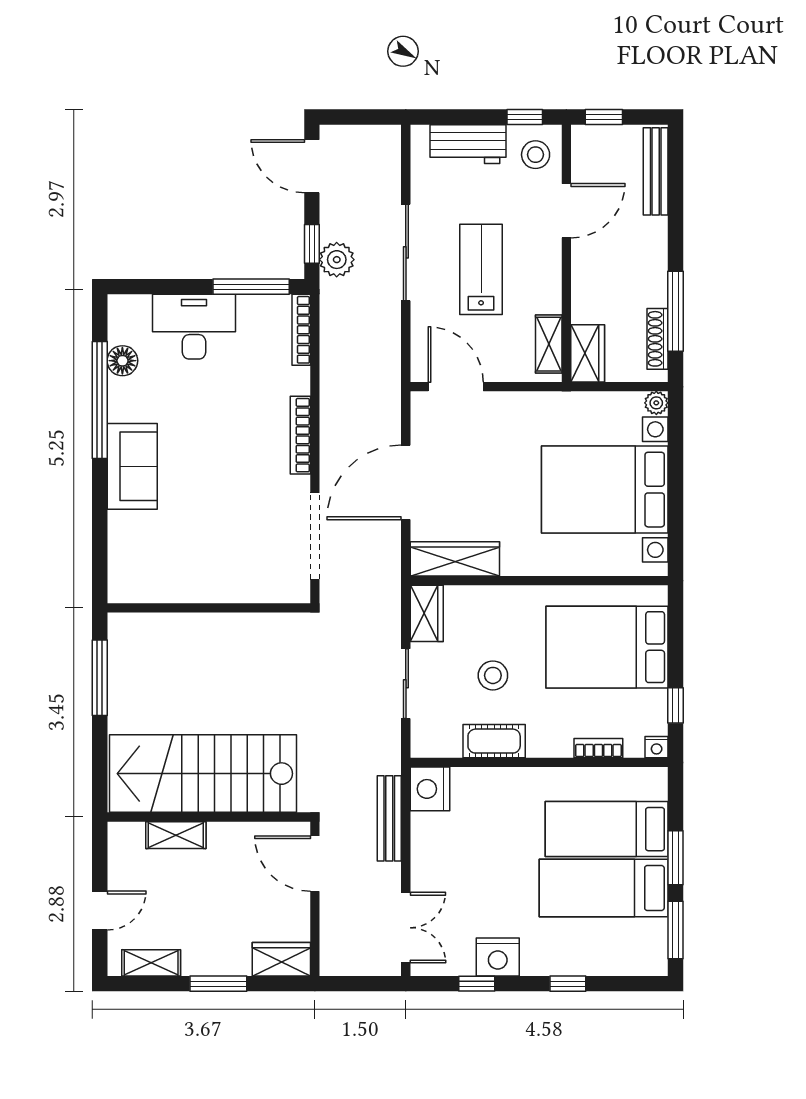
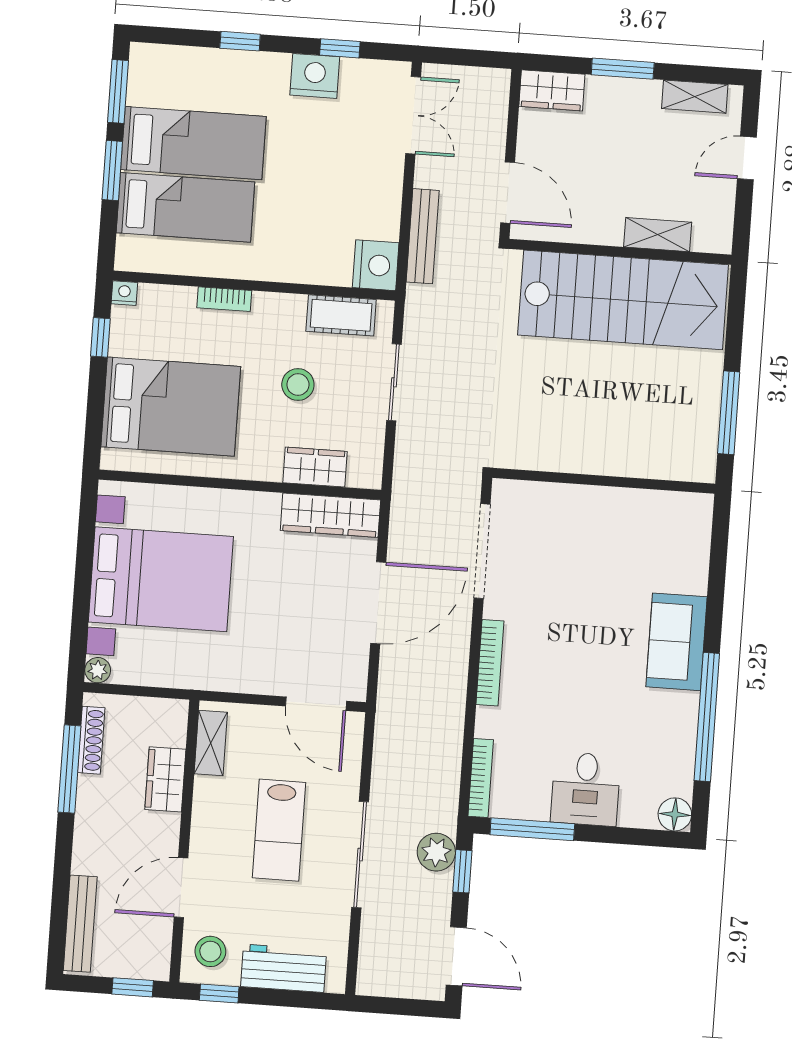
desk: (194, 327) -> (586, 789), width x0.73
wardrobe: (588, 353) -> (165, 779), moved
floor lamp: (122, 361) -> (675, 814), moved
wardrobe: (427, 613) -> (315, 467), moved, turned 90
cot: (494, 741) -> (341, 315), moved
bookcase: (598, 748) -> (224, 299), moved
double door: (406, 928) -> (413, 115), swing flipped

